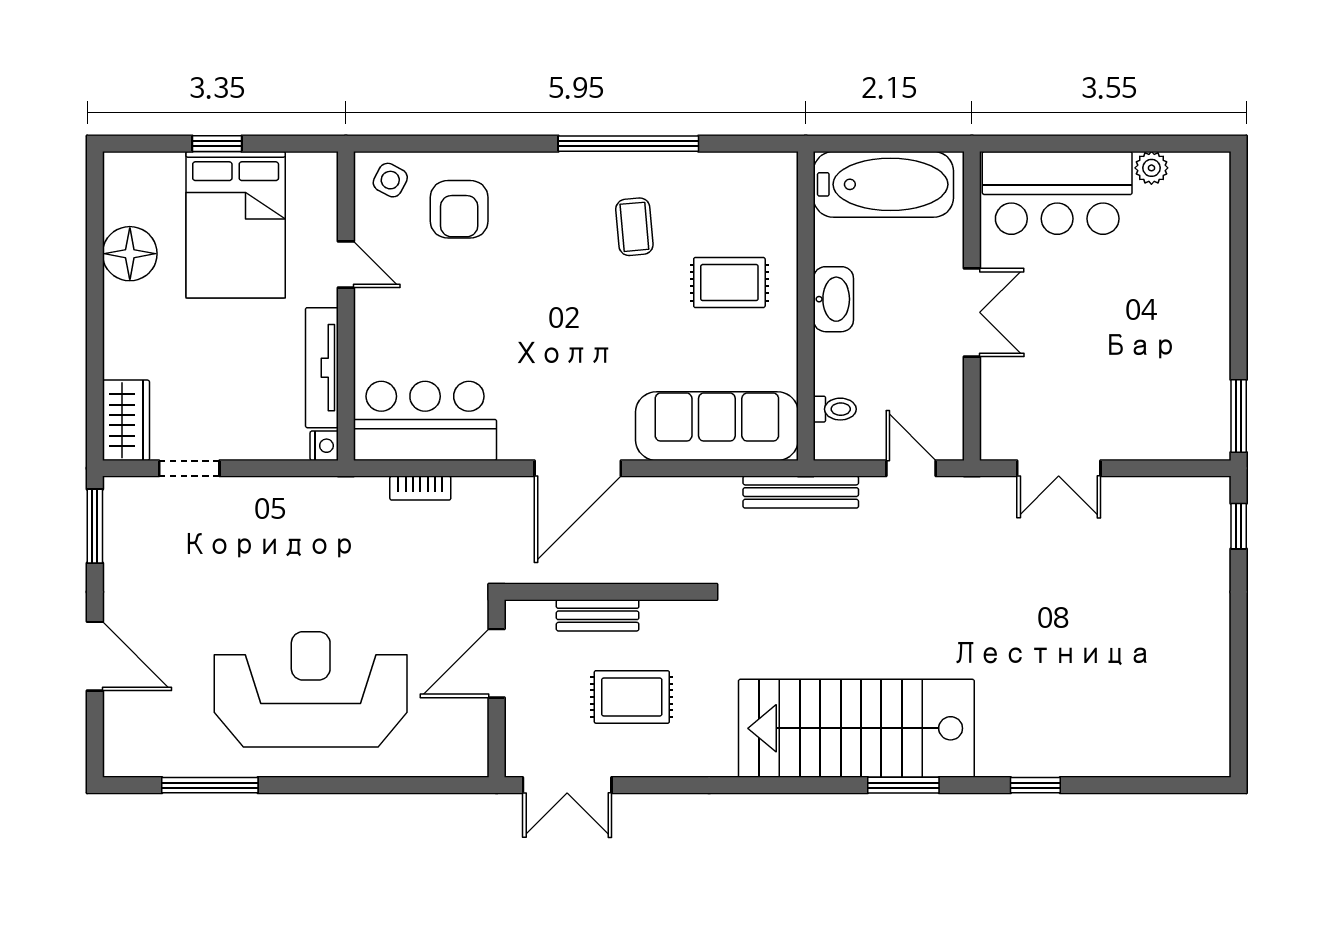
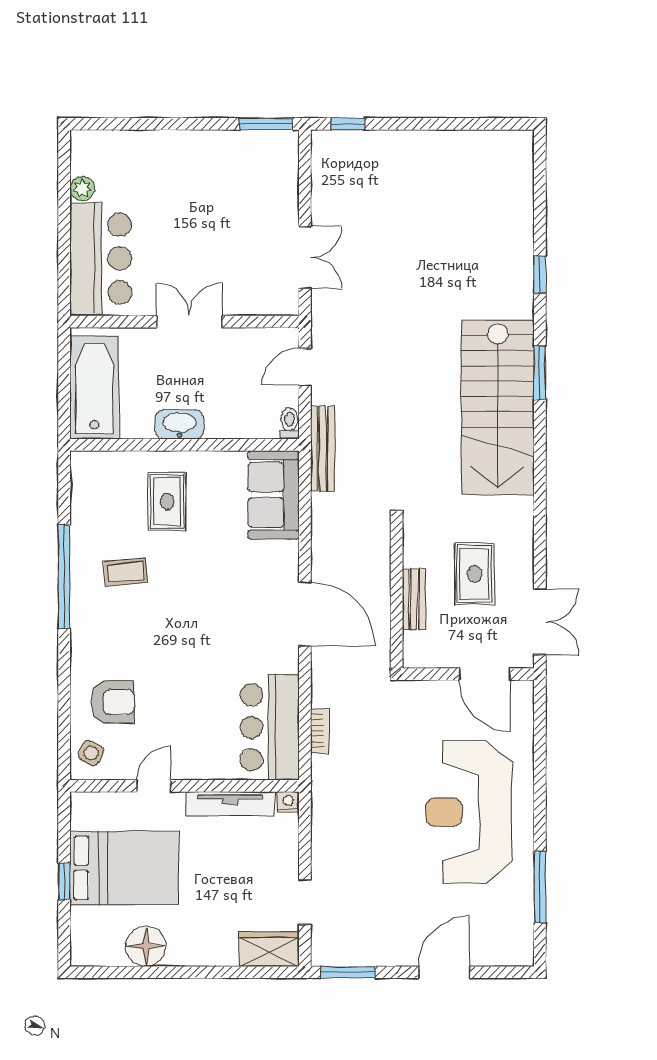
toilet: (835, 409) -> (289, 423), moved
sofa: (717, 426) -> (274, 495), width x0.73
door: (497, 663) -> (485, 674), moved

